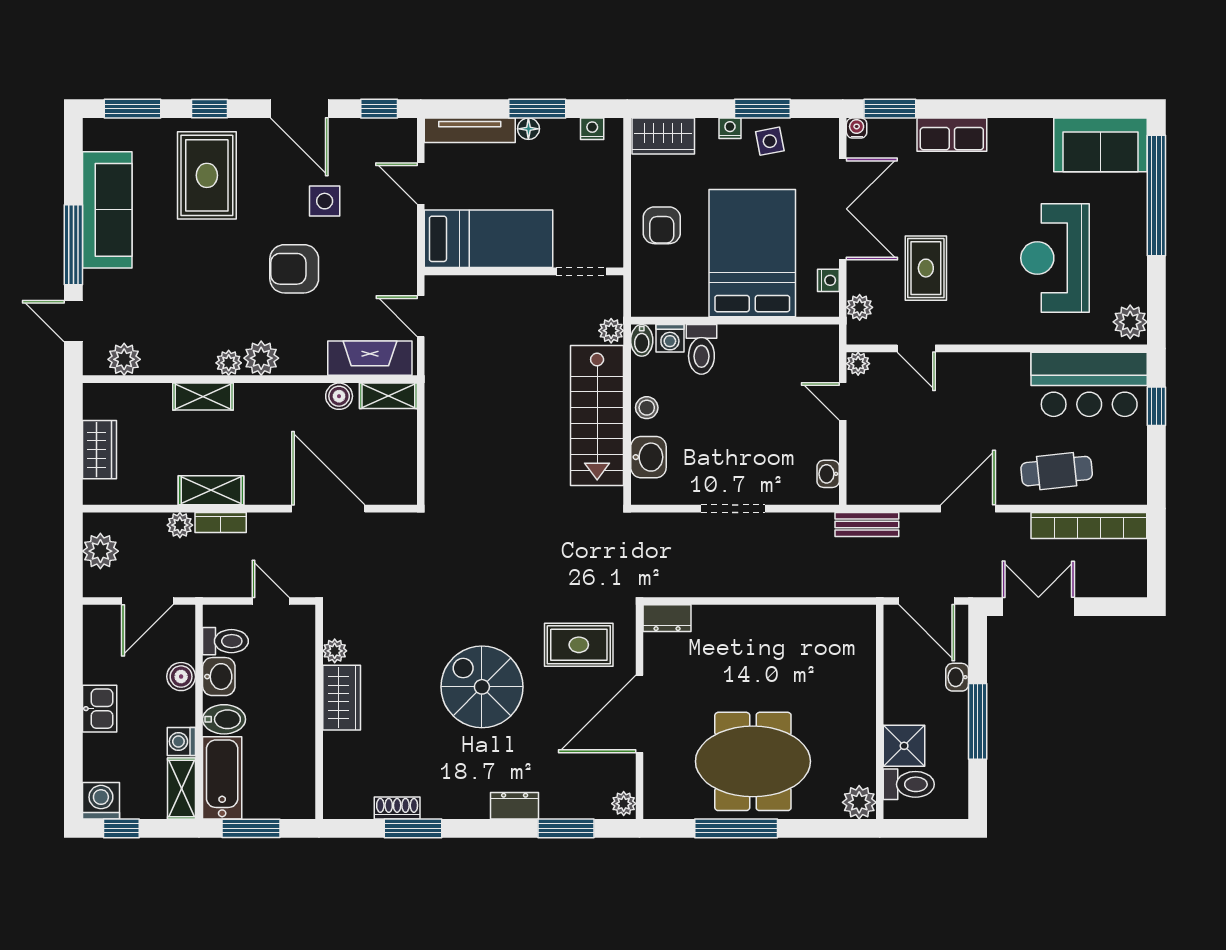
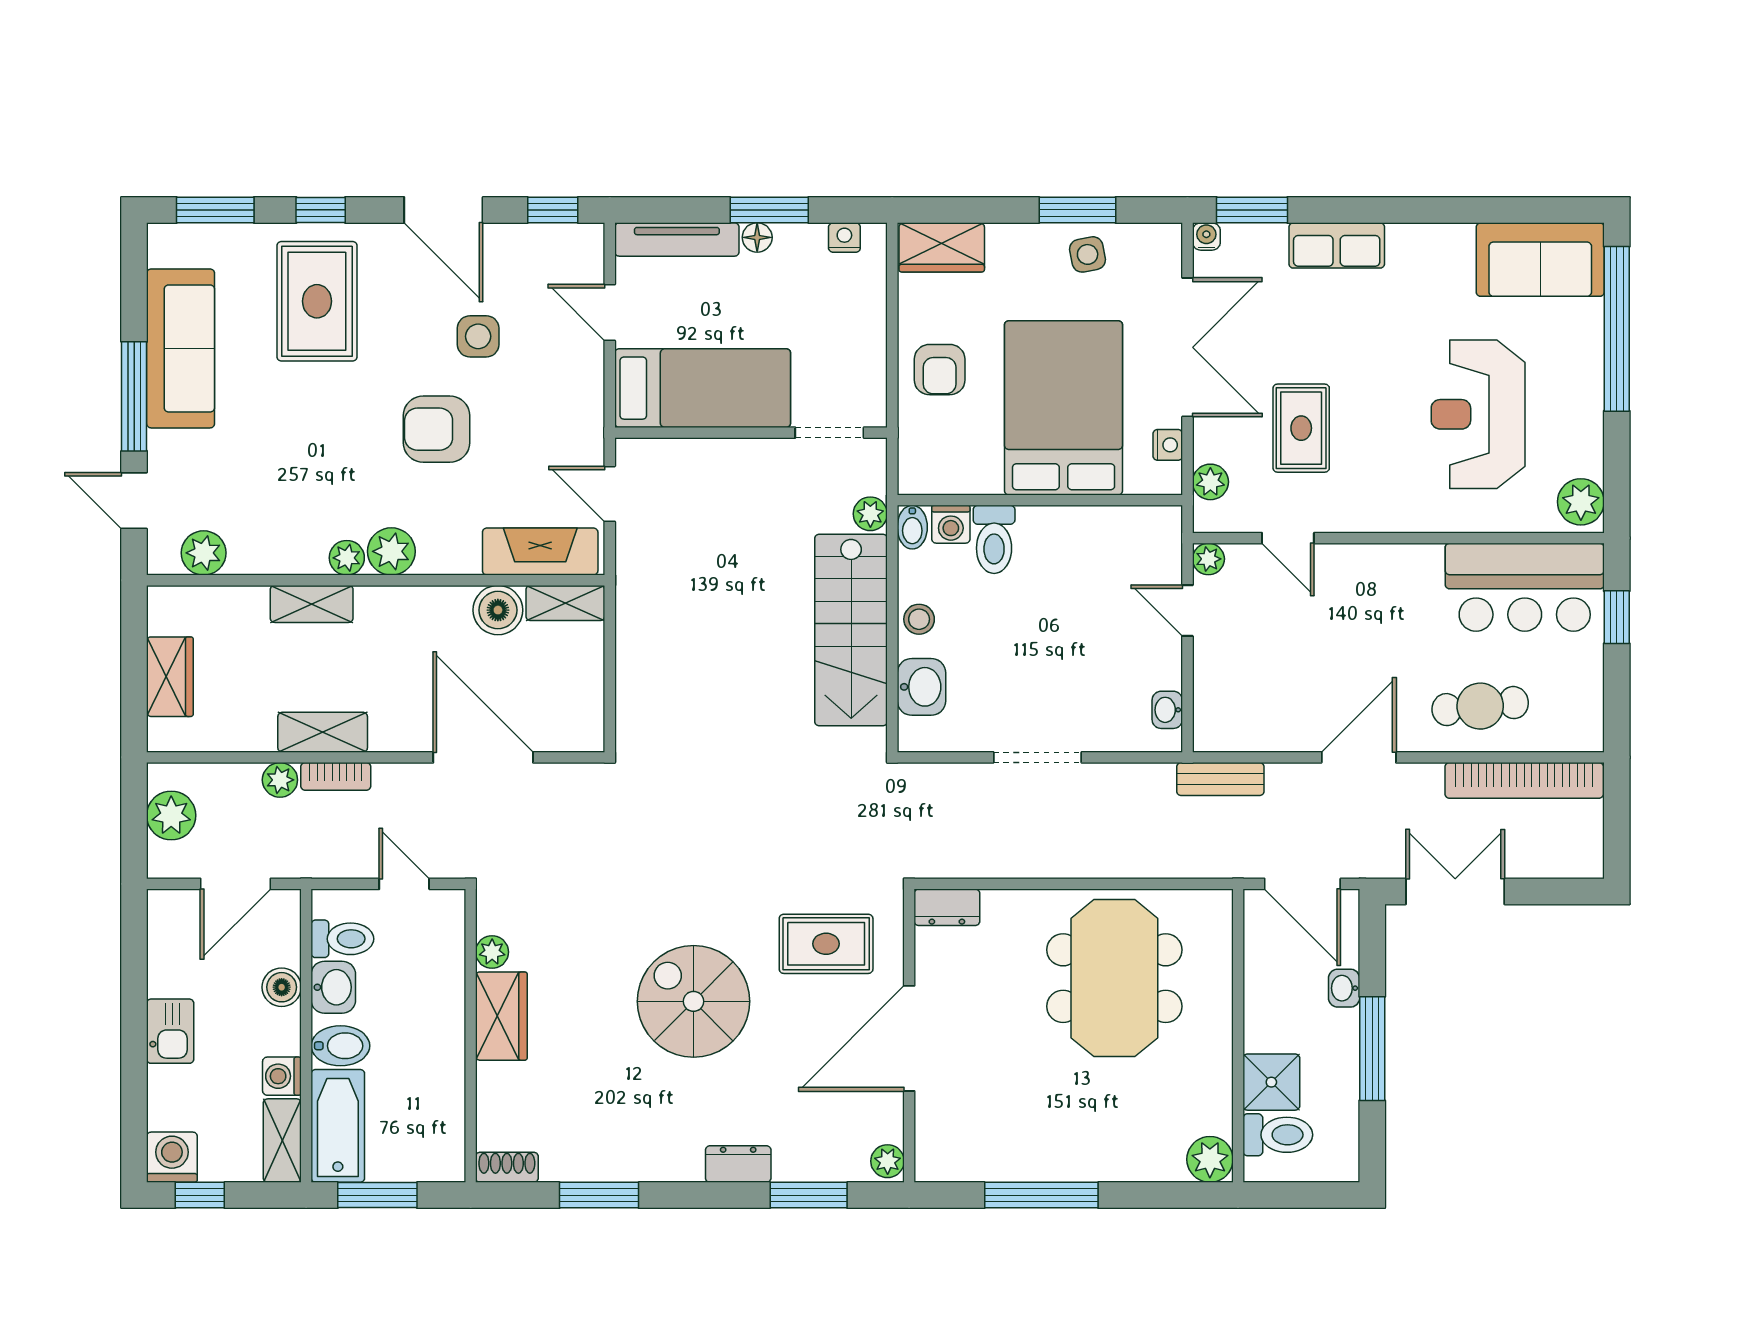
nightstand: (730, 128) -> (1033, 237), removed
boiler: (339, 396) -> (498, 610), width x1.36, depth x1.36
meeting table: (753, 761) -> (1114, 978), moved, turned 90
shoe rack: (397, 808) -> (507, 1167), moved

